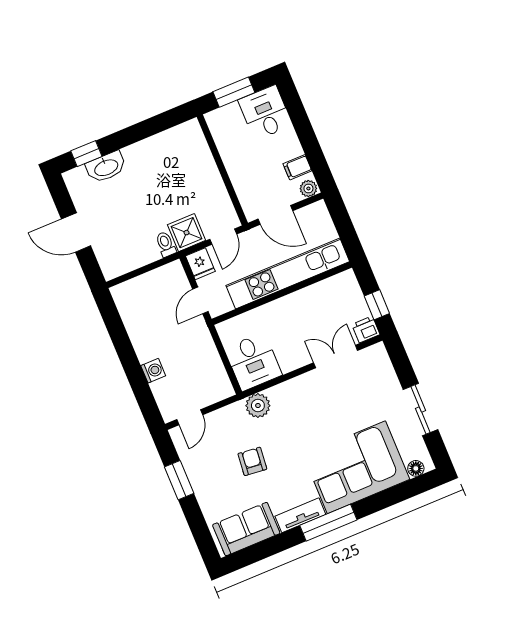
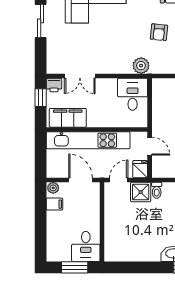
desk: (265, 113) -> (86, 246), moved
filing cabinet: (328, 293) -> (68, 118), added
door: (200, 300) -> (150, 146), hinge flipped

